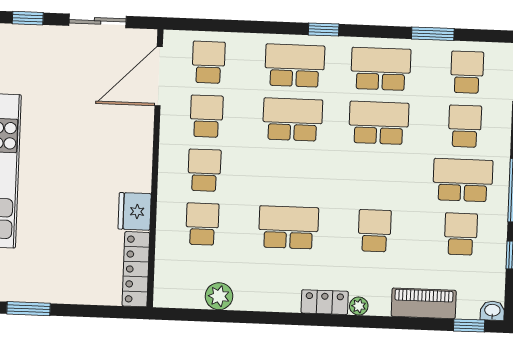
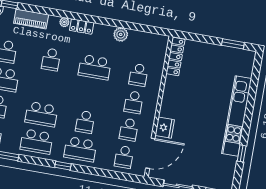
school desk: (293, 120) -> (85, 122), width x0.54
fridge: (135, 211) -> (165, 128), moved
plant: (219, 296) -> (121, 34), moved

